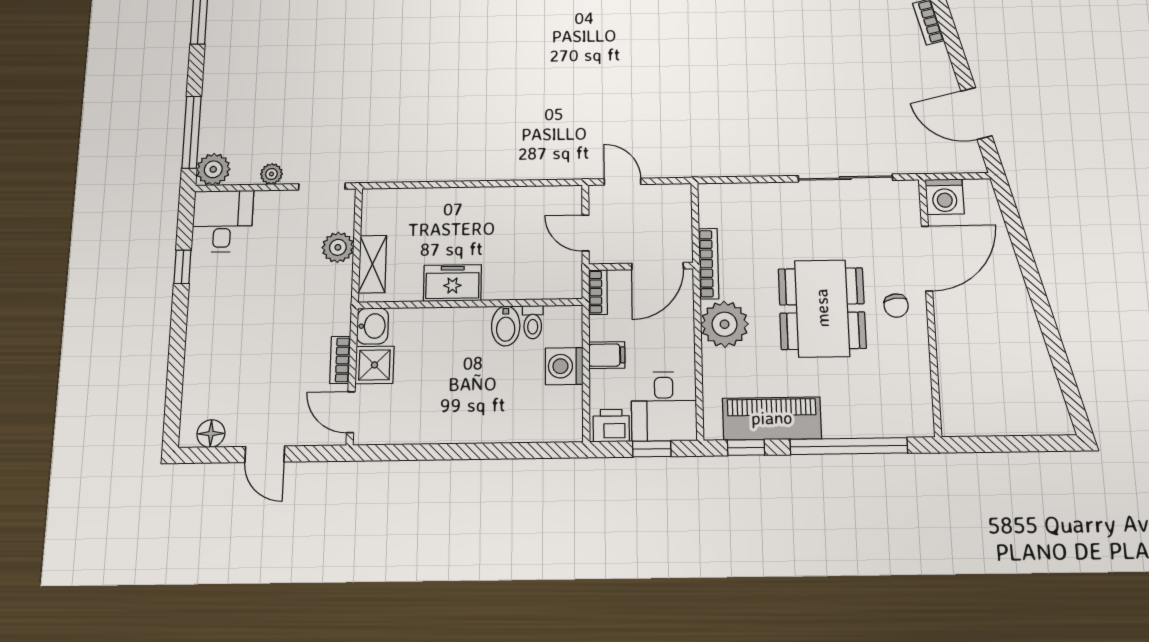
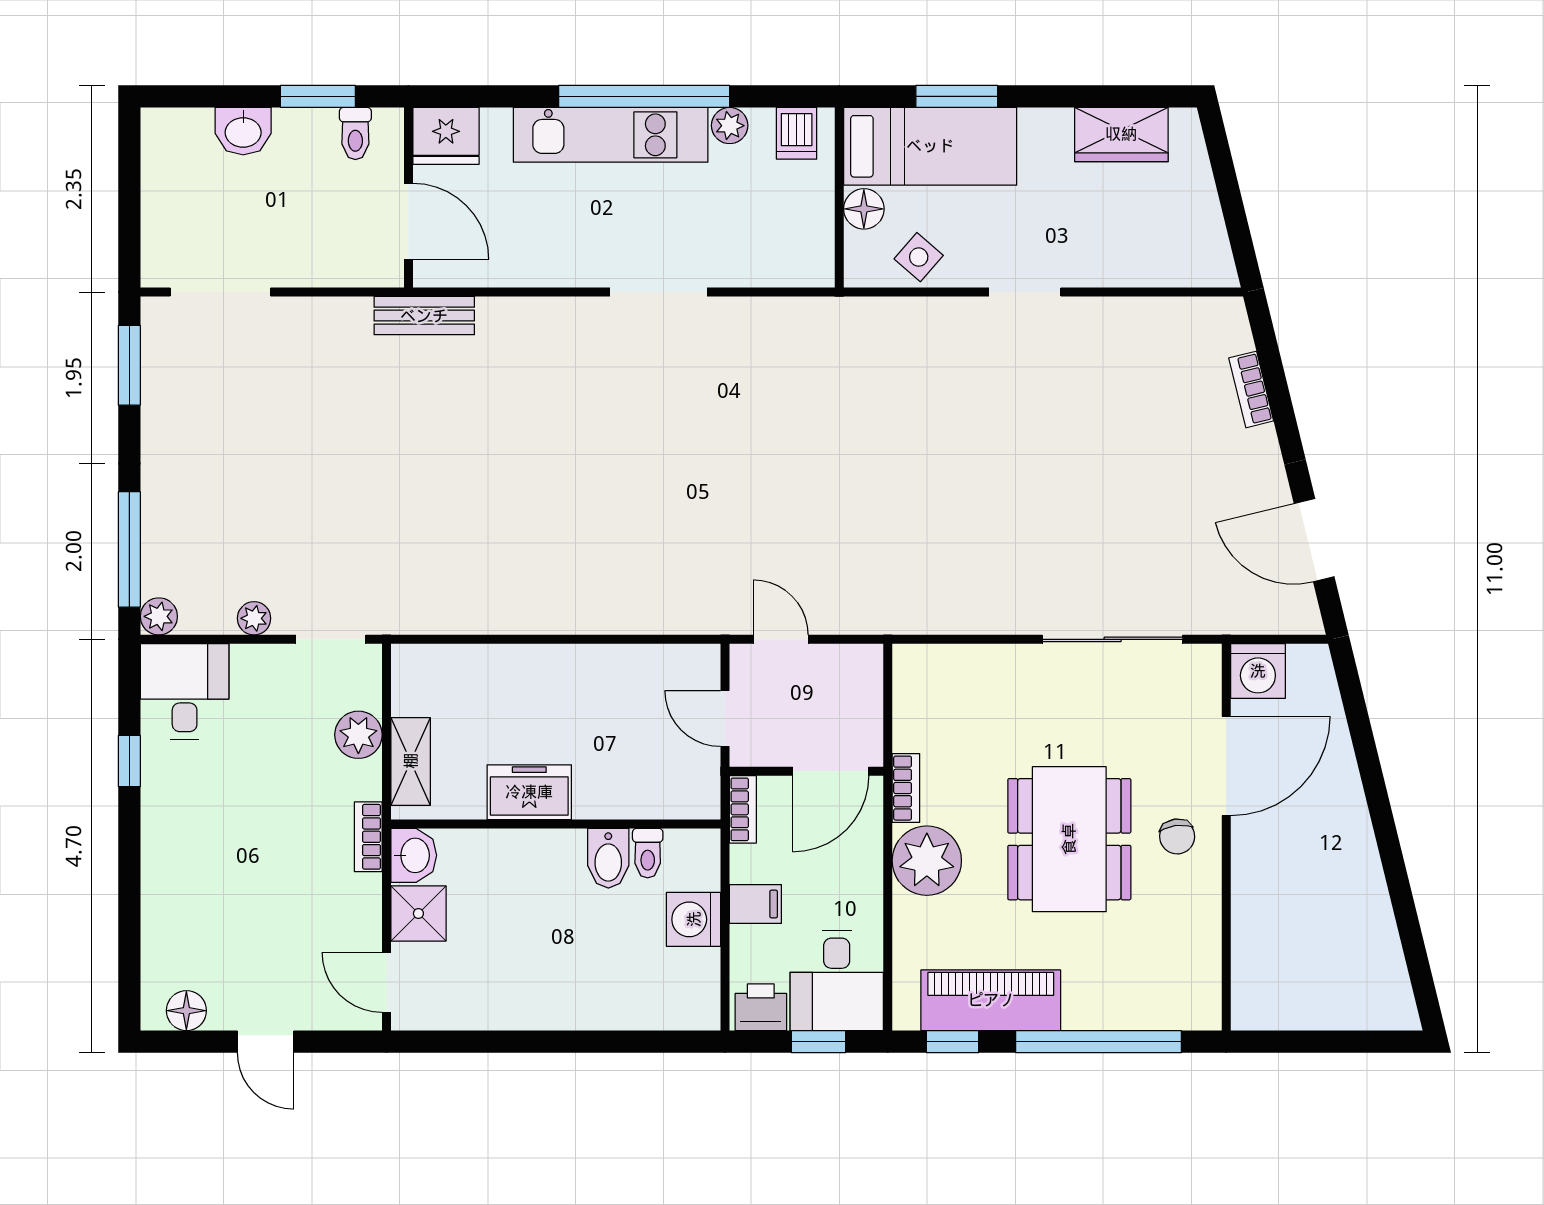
plant: (213, 169) -> (159, 616), width x0.73, depth x0.73
bookcase: (709, 264) -> (906, 788), width x0.64
bookcase: (340, 360) -> (368, 837), moved

